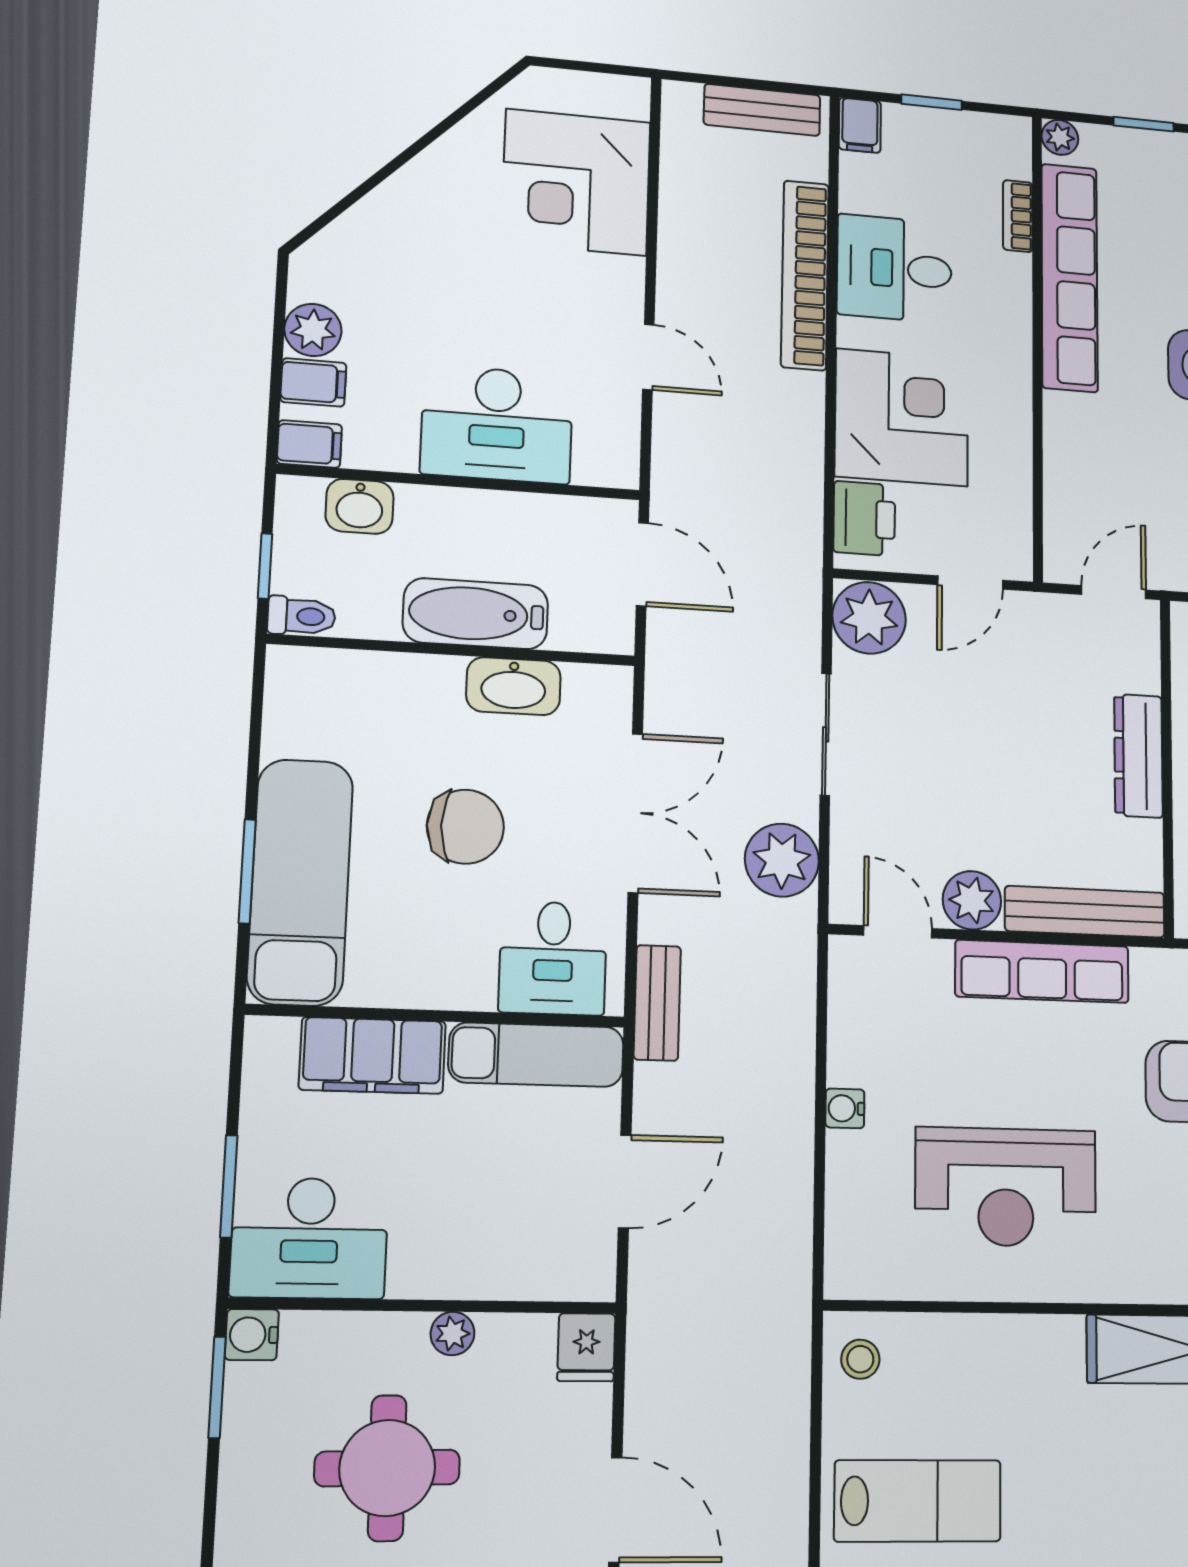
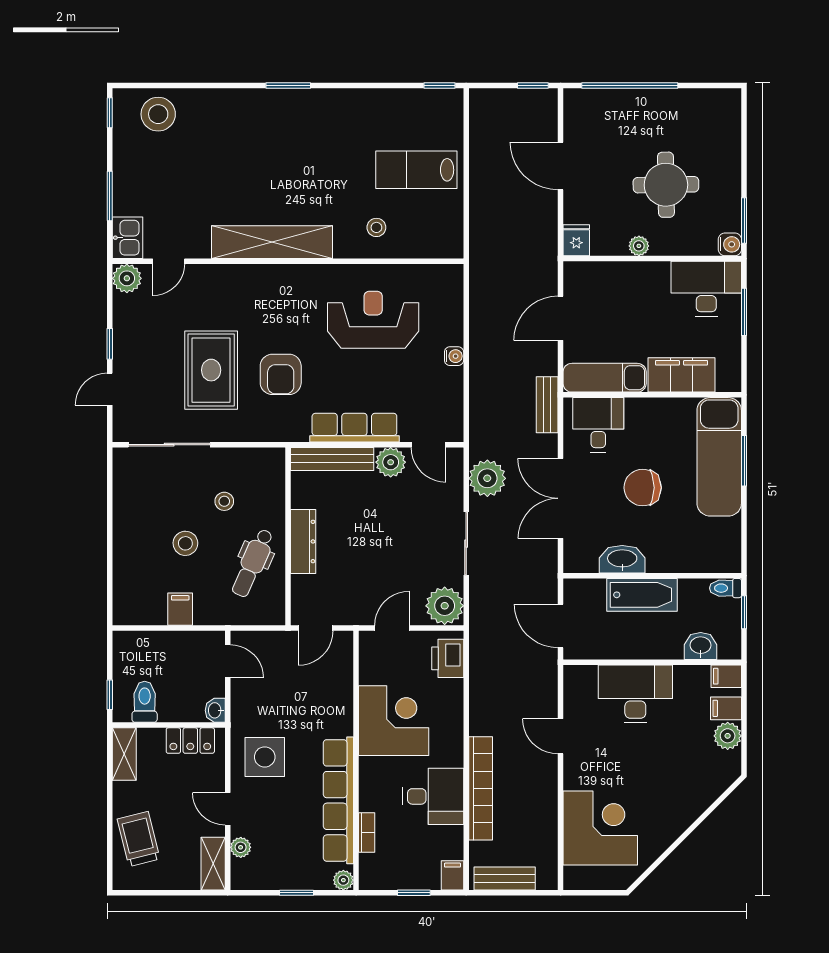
corner desk: (902, 417) -> (394, 721), moved, turned 180
stool: (860, 1359) -> (376, 227), moved

